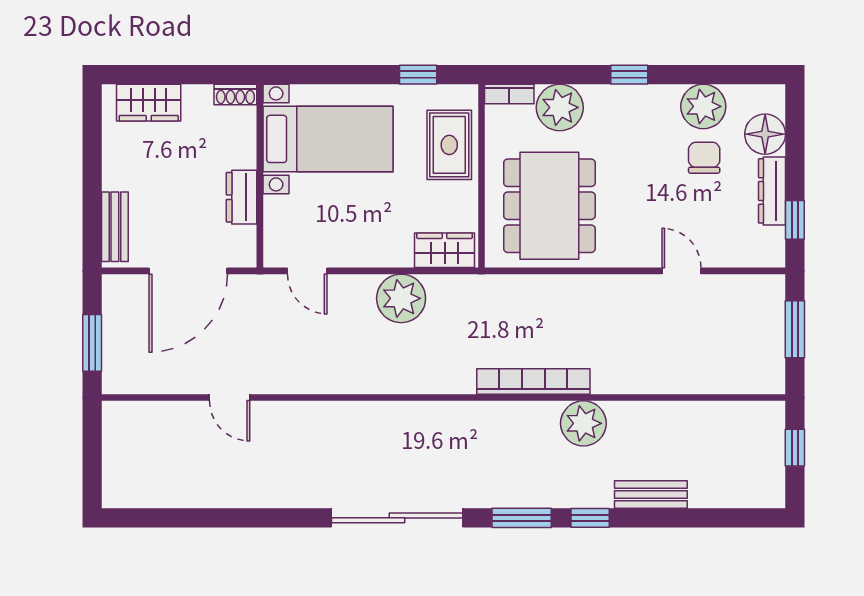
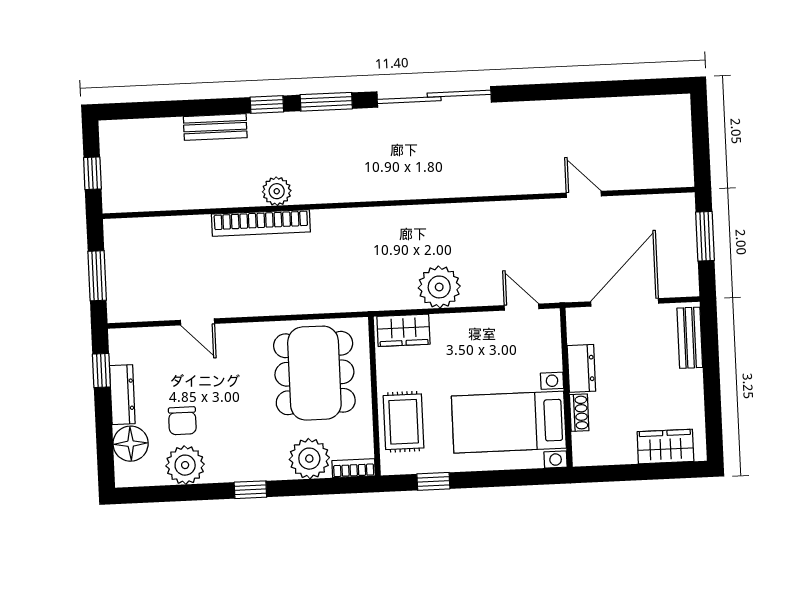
shoe rack: (235, 94) -> (579, 413), moved, turned 90
bookcase: (533, 381) -> (261, 223), moved
plant: (583, 423) -> (277, 191), width x0.73, depth x0.73

